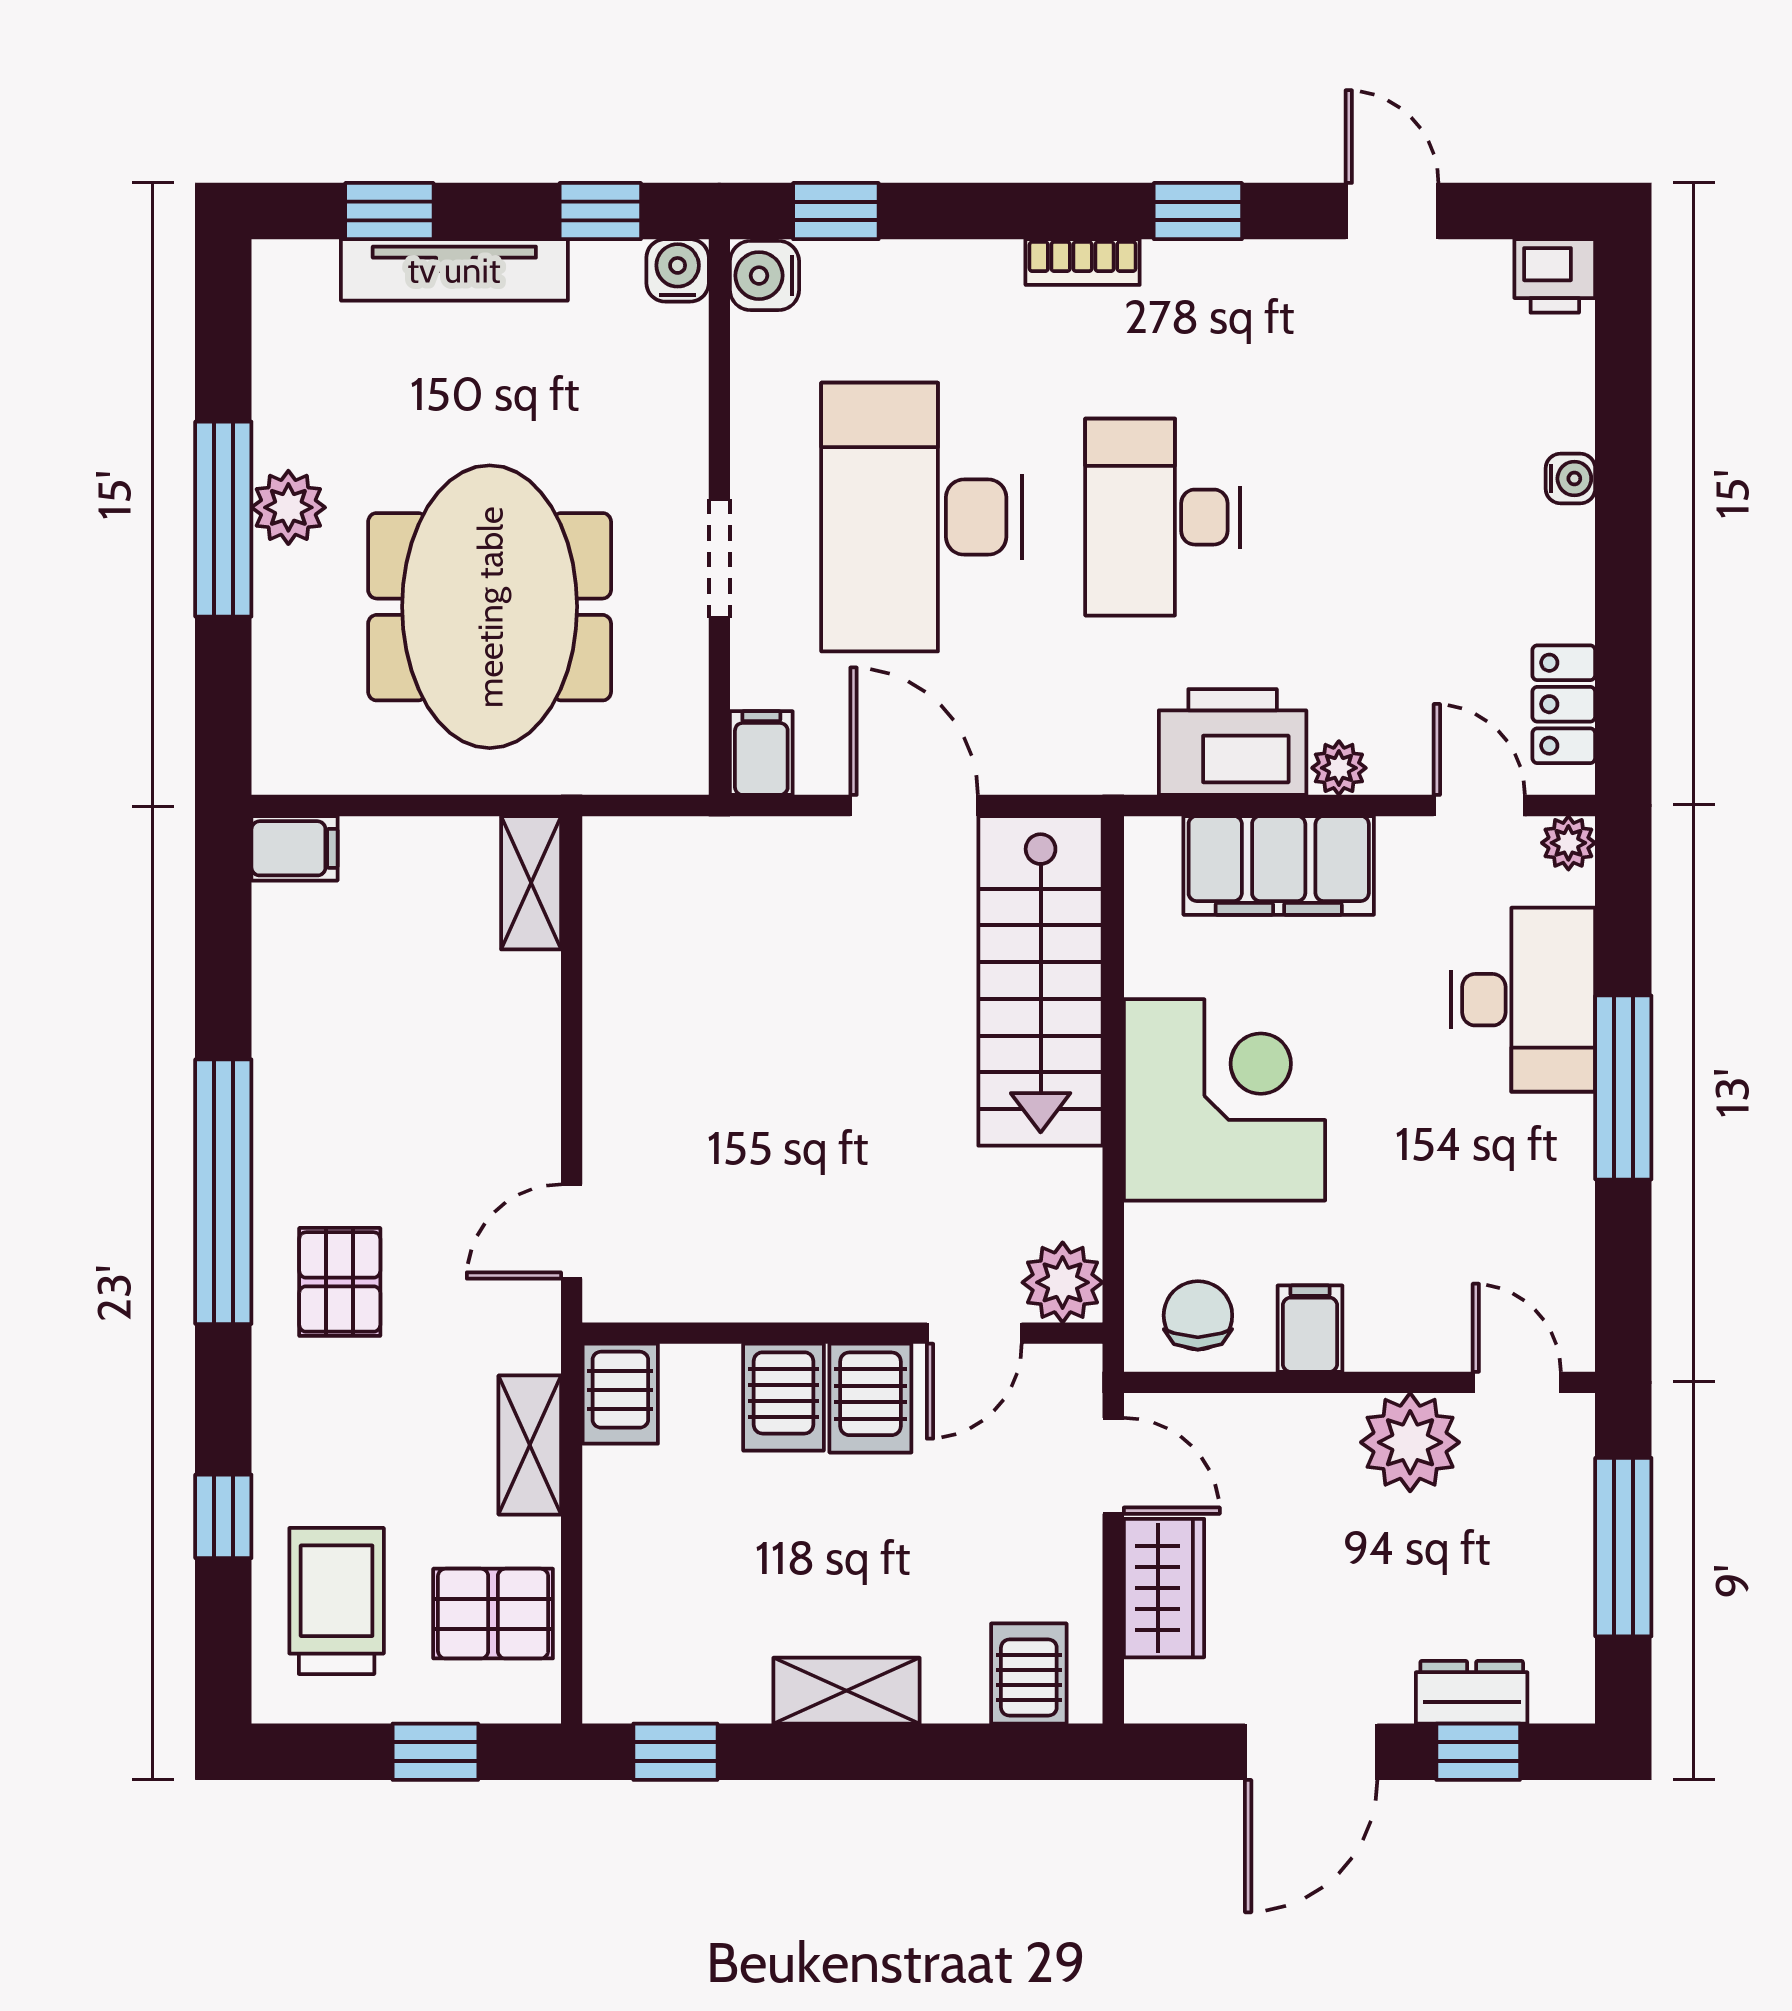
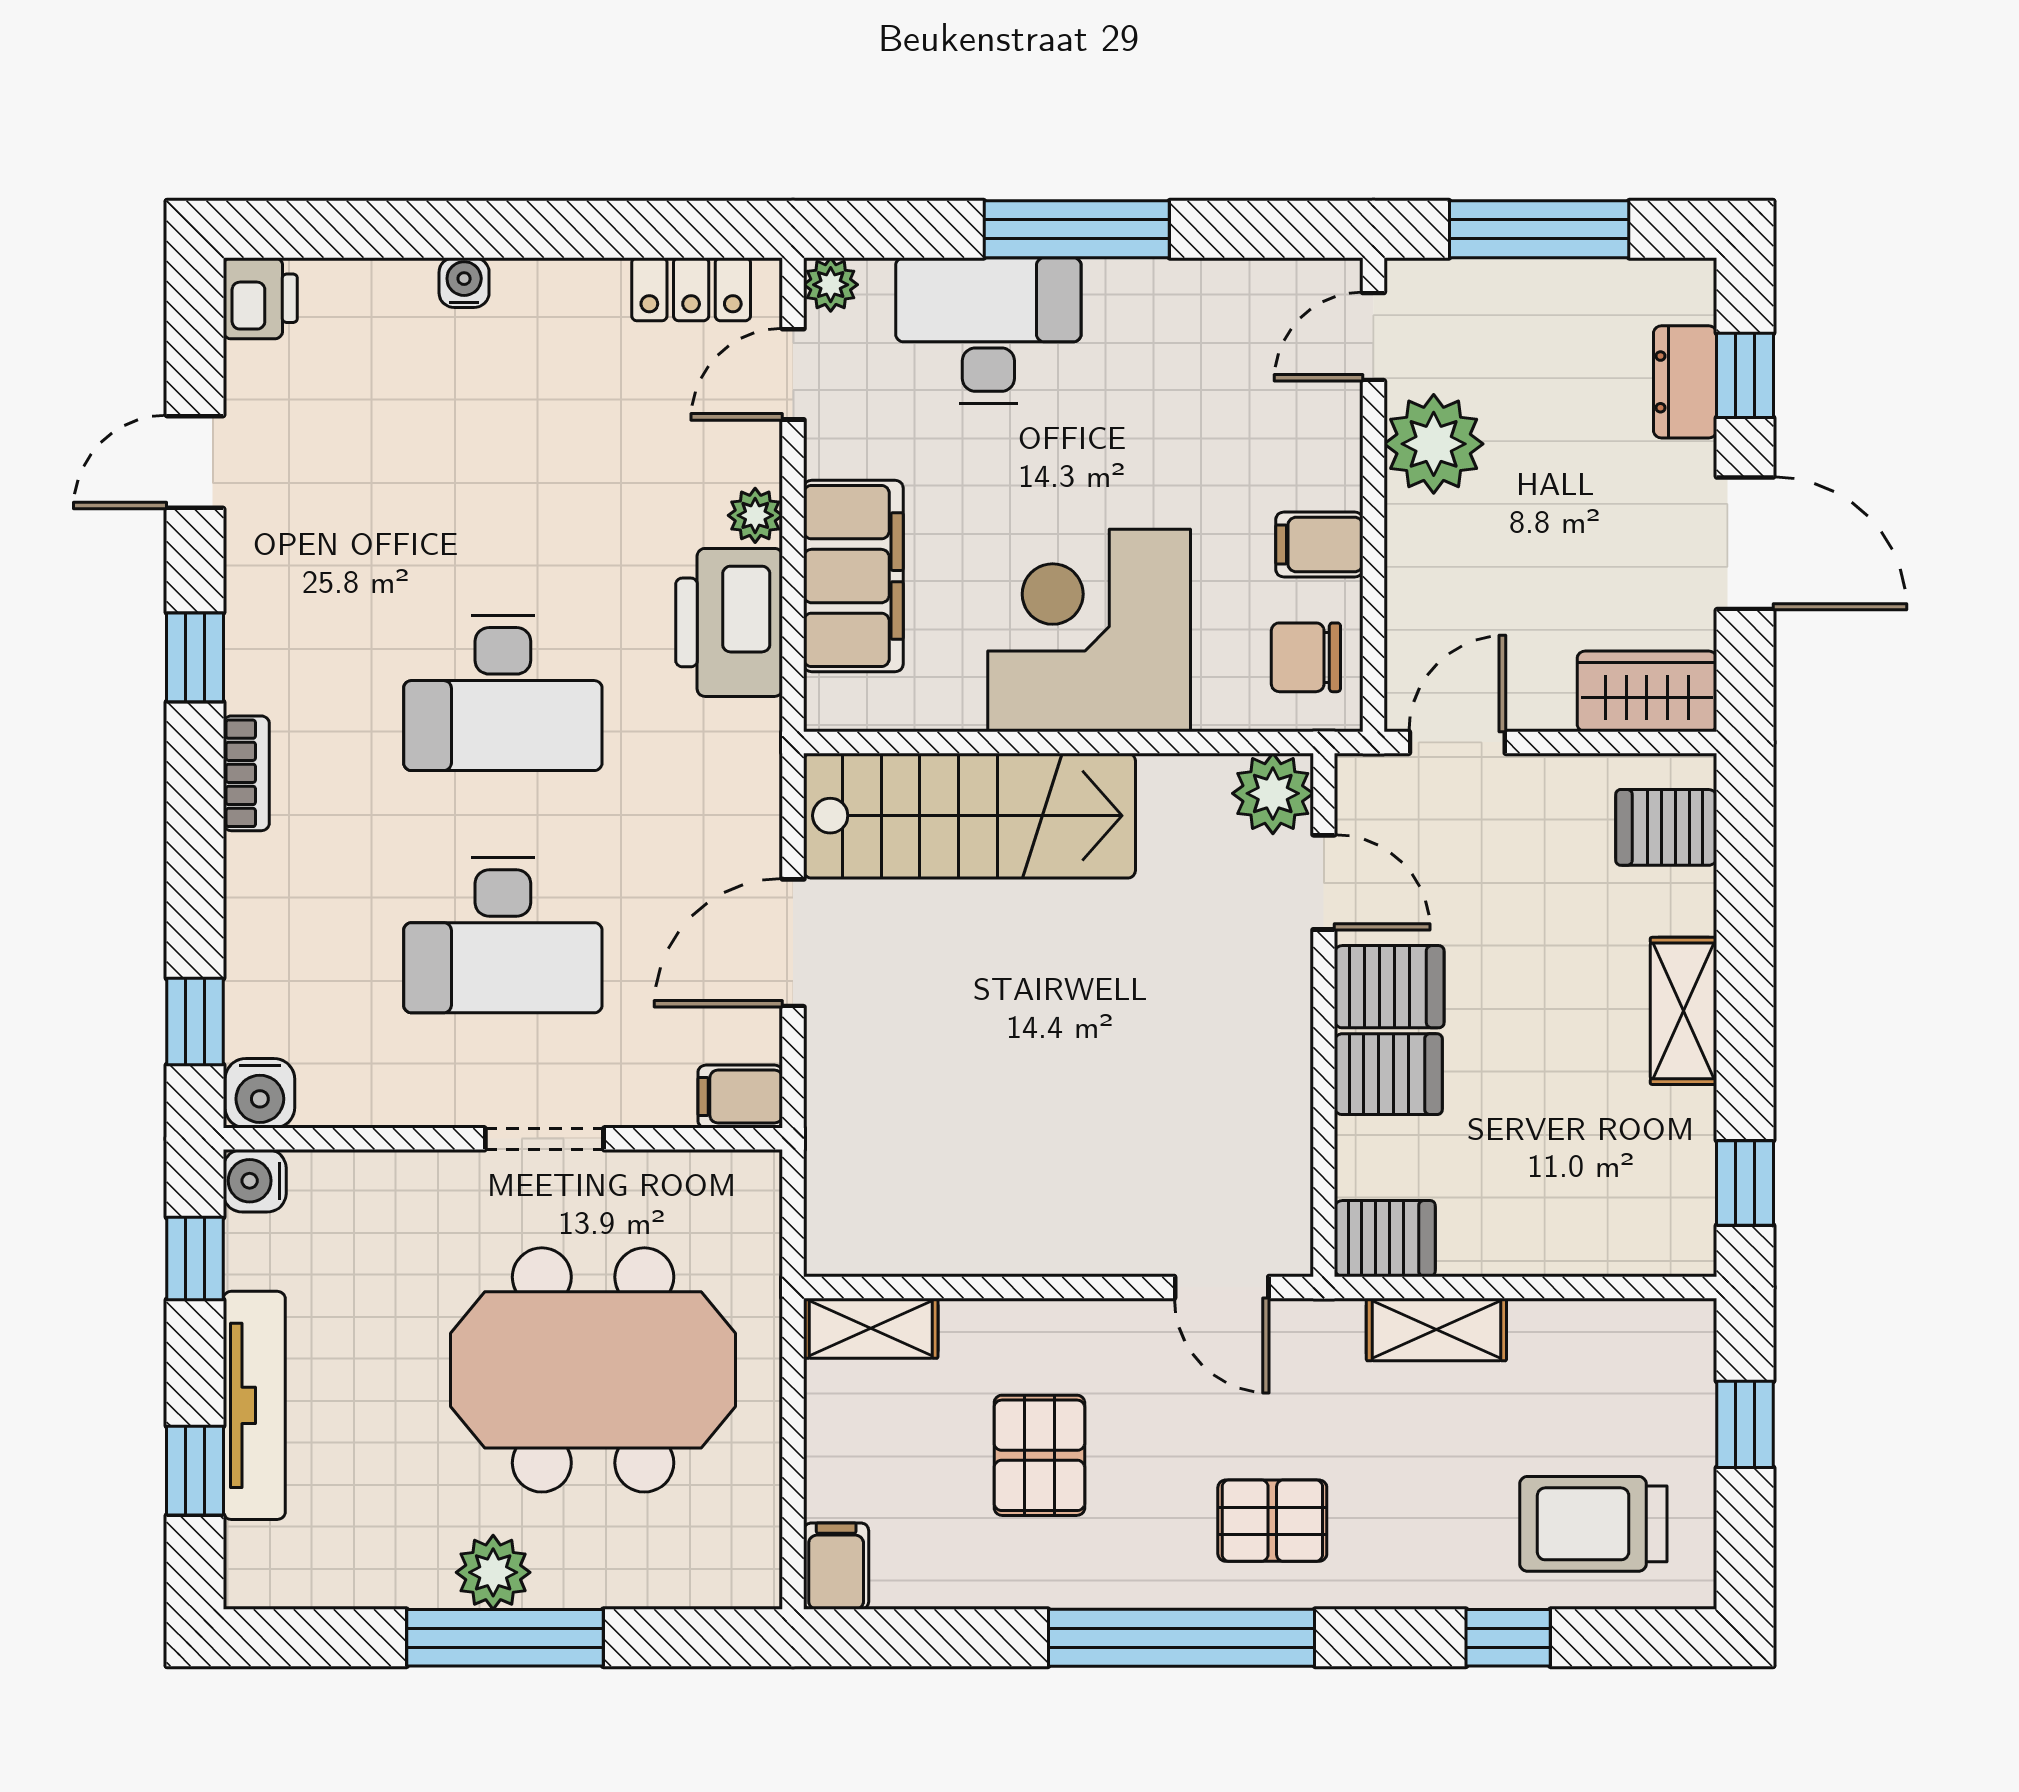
desk: (922, 517) -> (503, 935), width x0.73, depth x0.77
wardrobe: (1164, 1588) -> (1647, 691), moved
pallet: (493, 1614) -> (1039, 1455), moved

